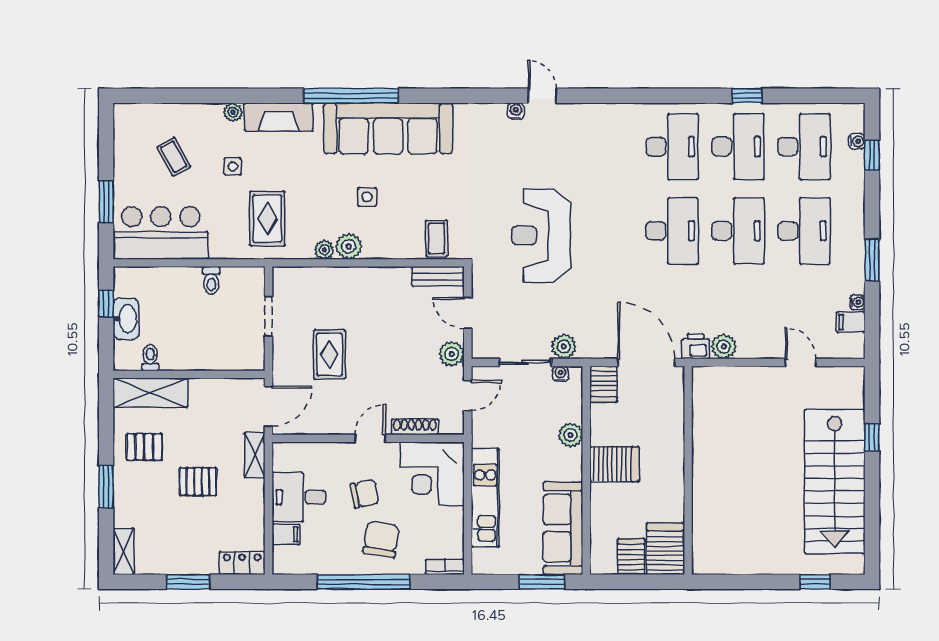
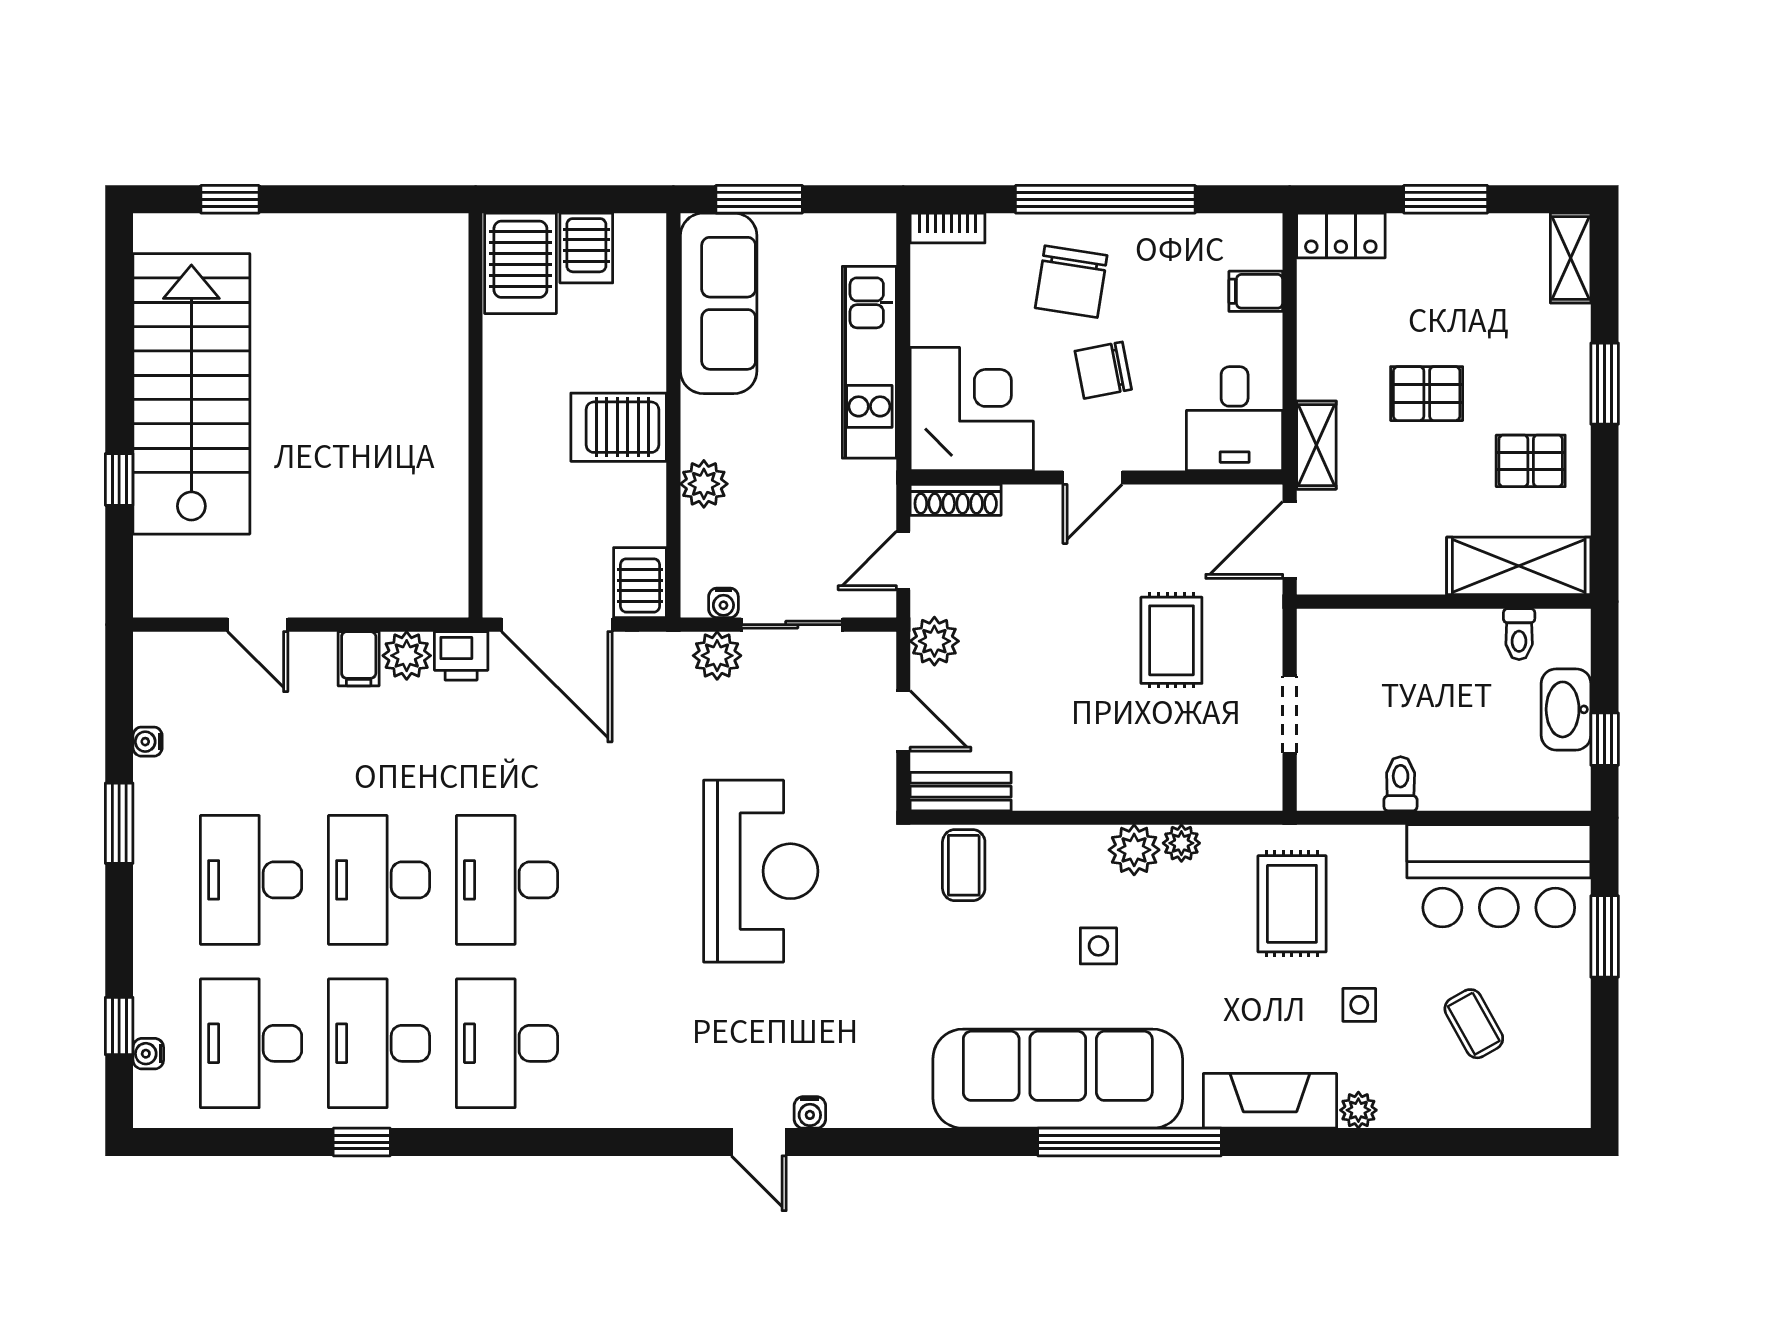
filing cabinet: (851, 322) -> (359, 659), moved, turned 90
shoe rack: (415, 427) -> (956, 500), moved
desk: (299, 497) -> (1235, 419), moved, turned 90

